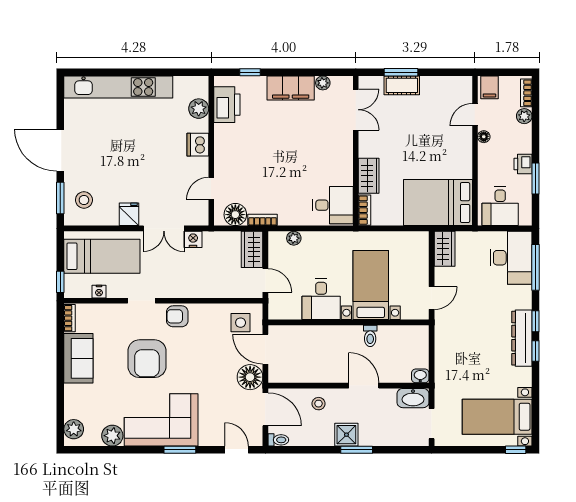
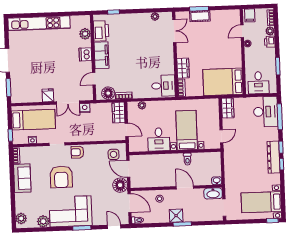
filing cabinet: (291, 88) -> (102, 55), moved, turned -90
printer: (523, 164) -> (270, 42), moved
stool: (84, 200) -> (22, 88), removed

